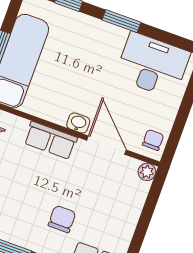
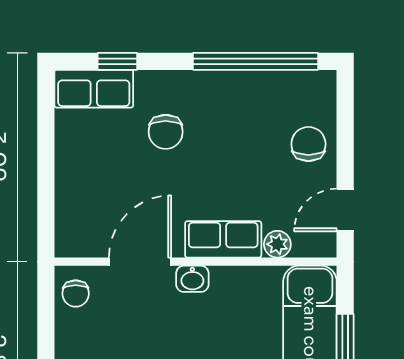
door: (106, 145) -> (140, 262), swing flipped
plant: (147, 172) -> (277, 244), moved

